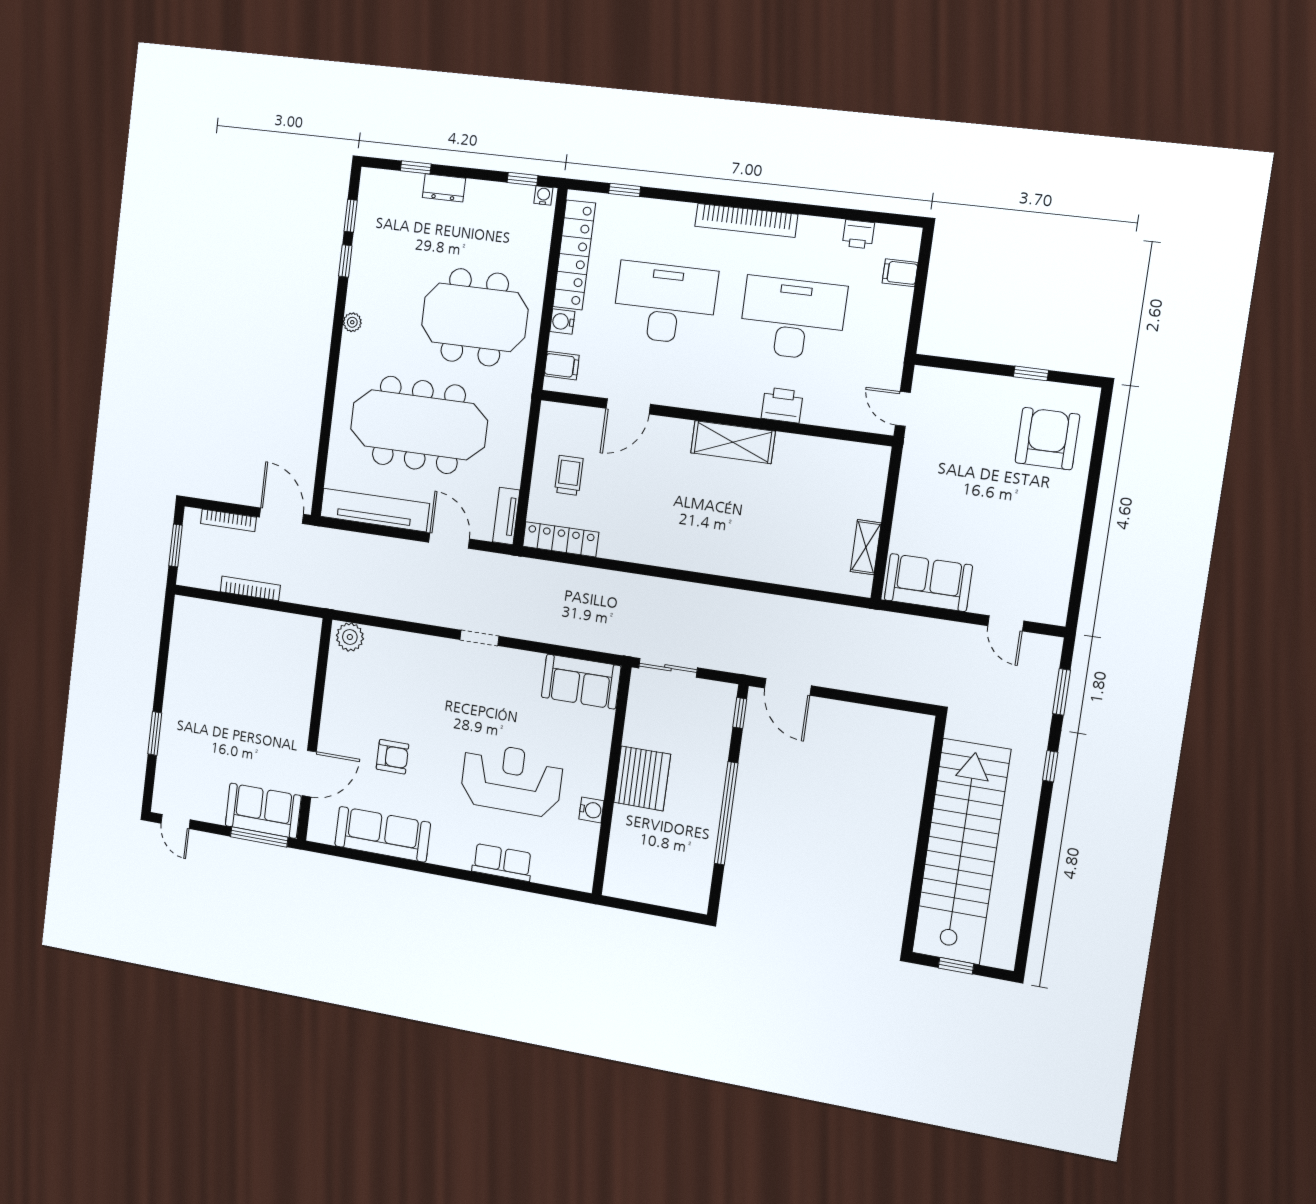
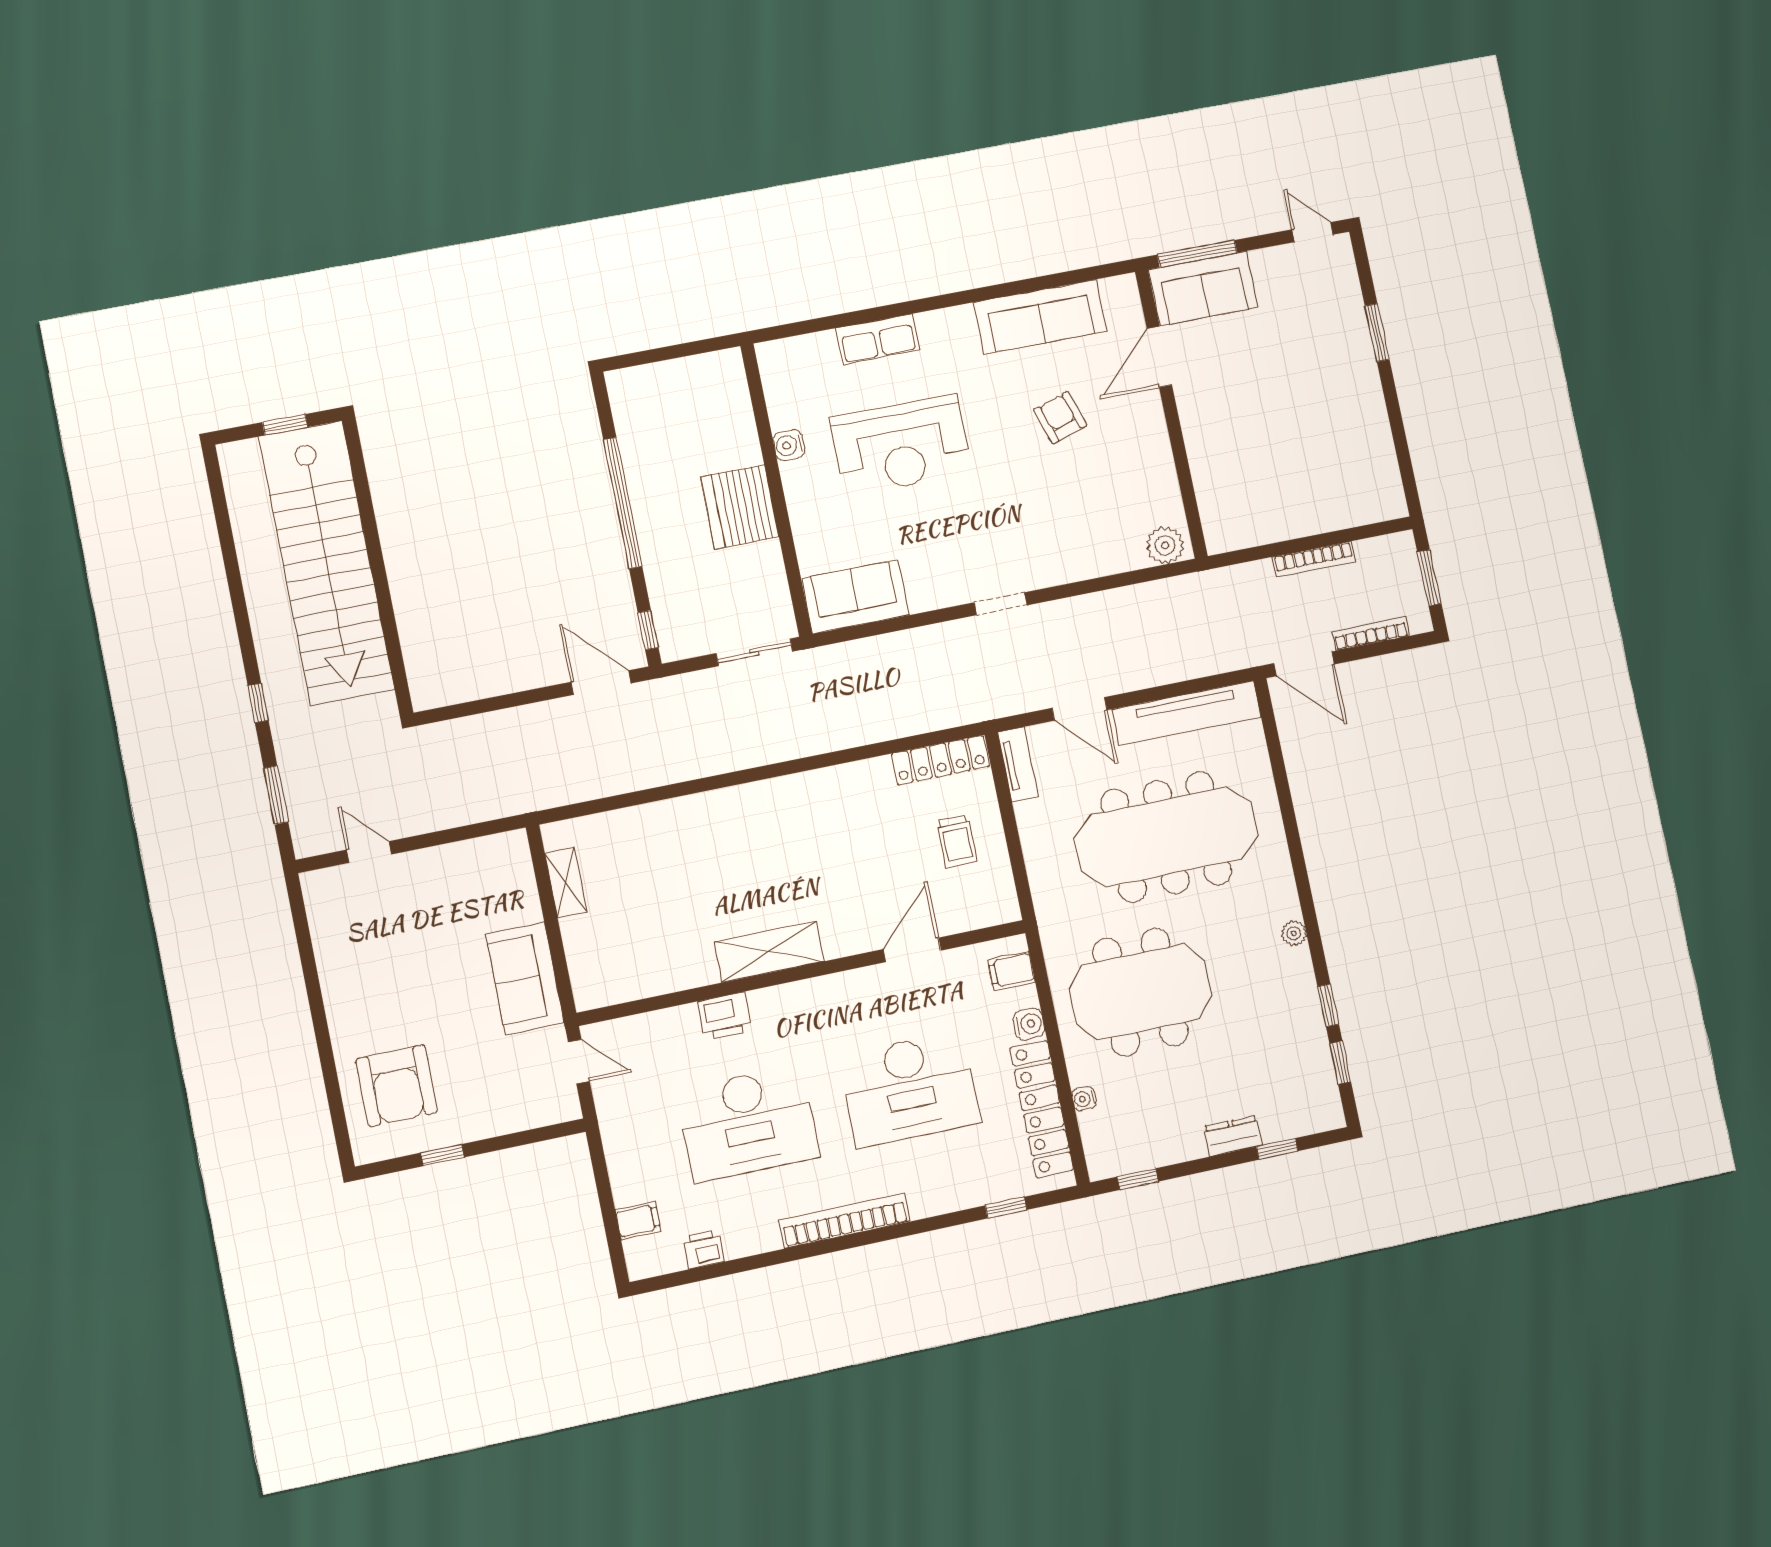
water cooler: (543, 196) -> (1084, 1099), moved, turned 90
sofa: (928, 583) -> (525, 978), moved, turned 90
armchair: (392, 757) -> (1060, 417), turned 72

